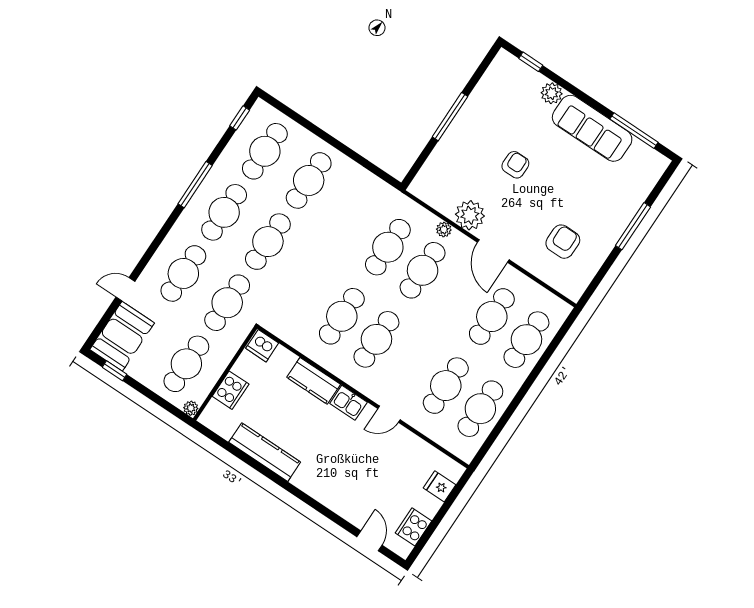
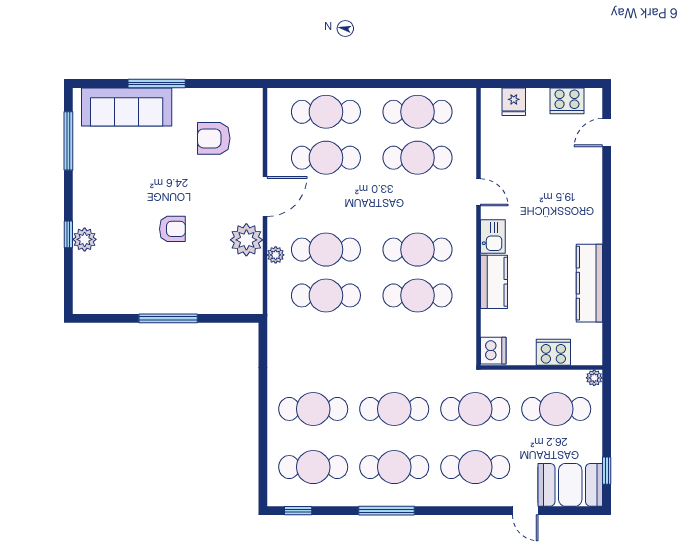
window: (531, 62) -> (68, 234), moved
sofa: (592, 128) -> (127, 107), moved, turned 90
armchair: (515, 165) -> (172, 229), turned 180

